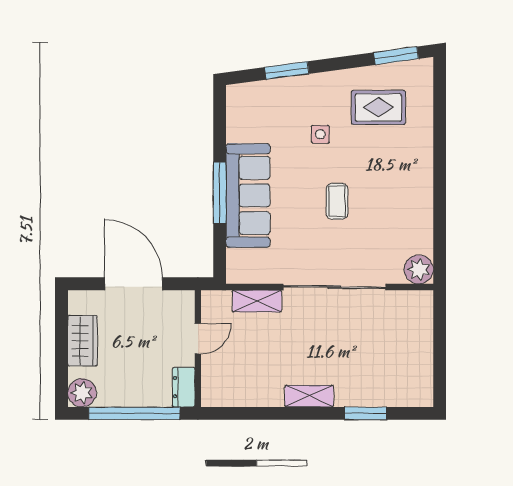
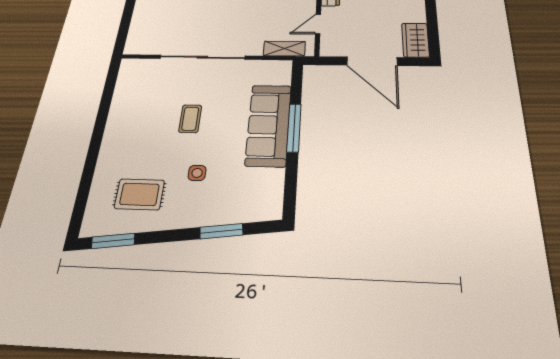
plant: (419, 269) -> (131, 68), removed
shelving: (257, 301) -> (284, 49), moved
wardrobe: (82, 341) -> (415, 40), moved

